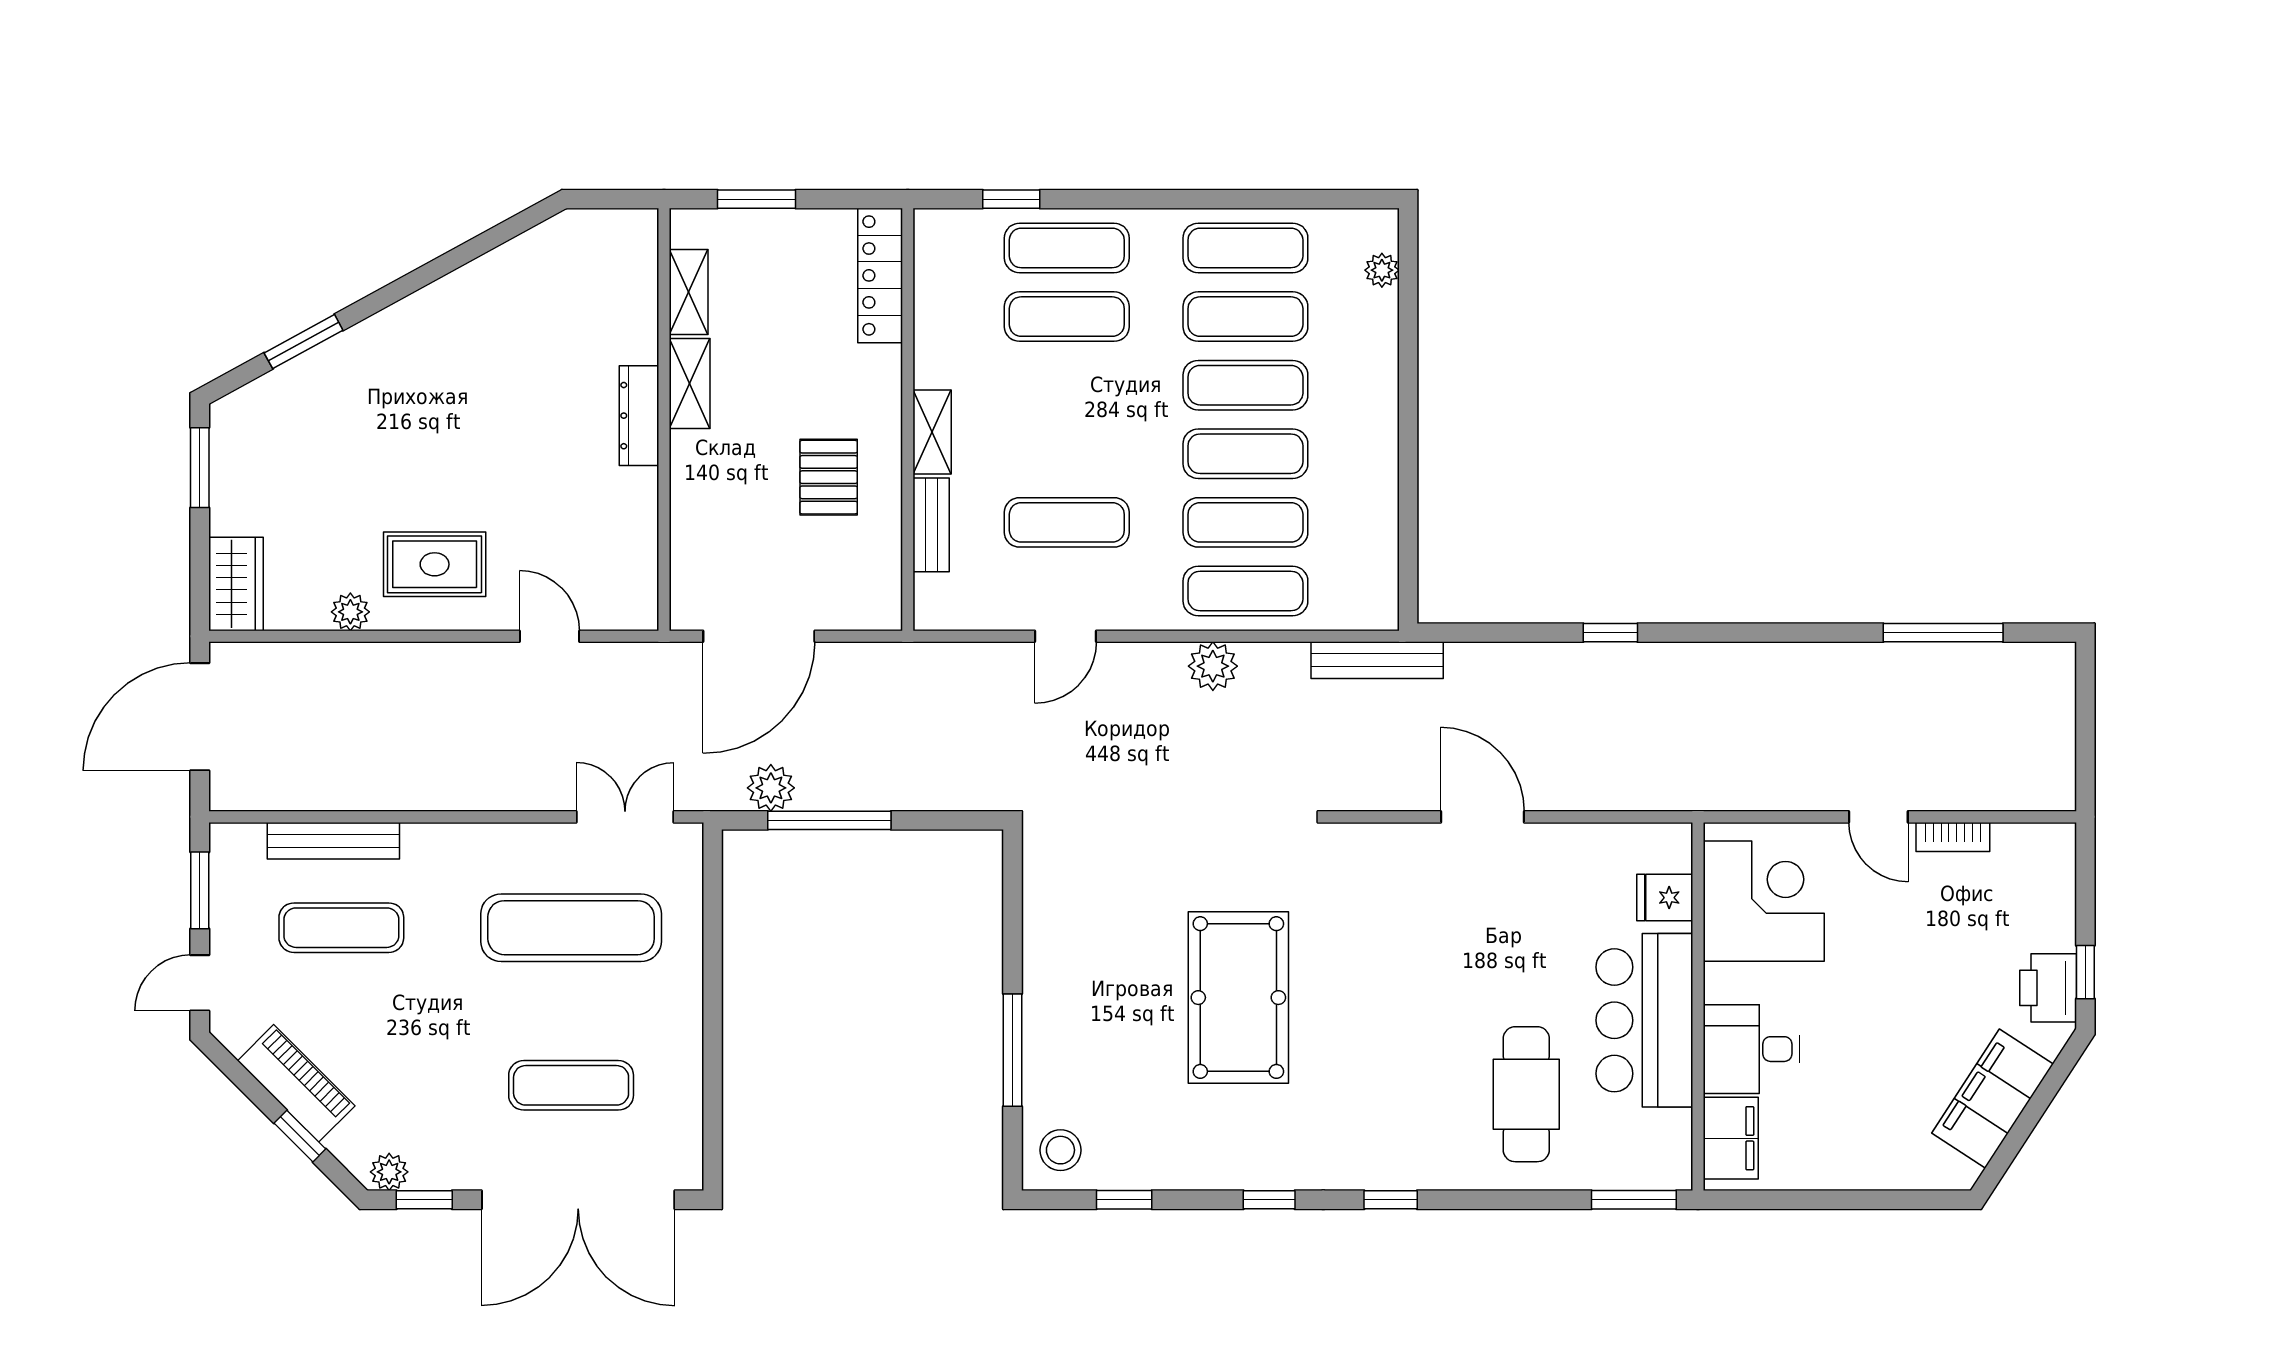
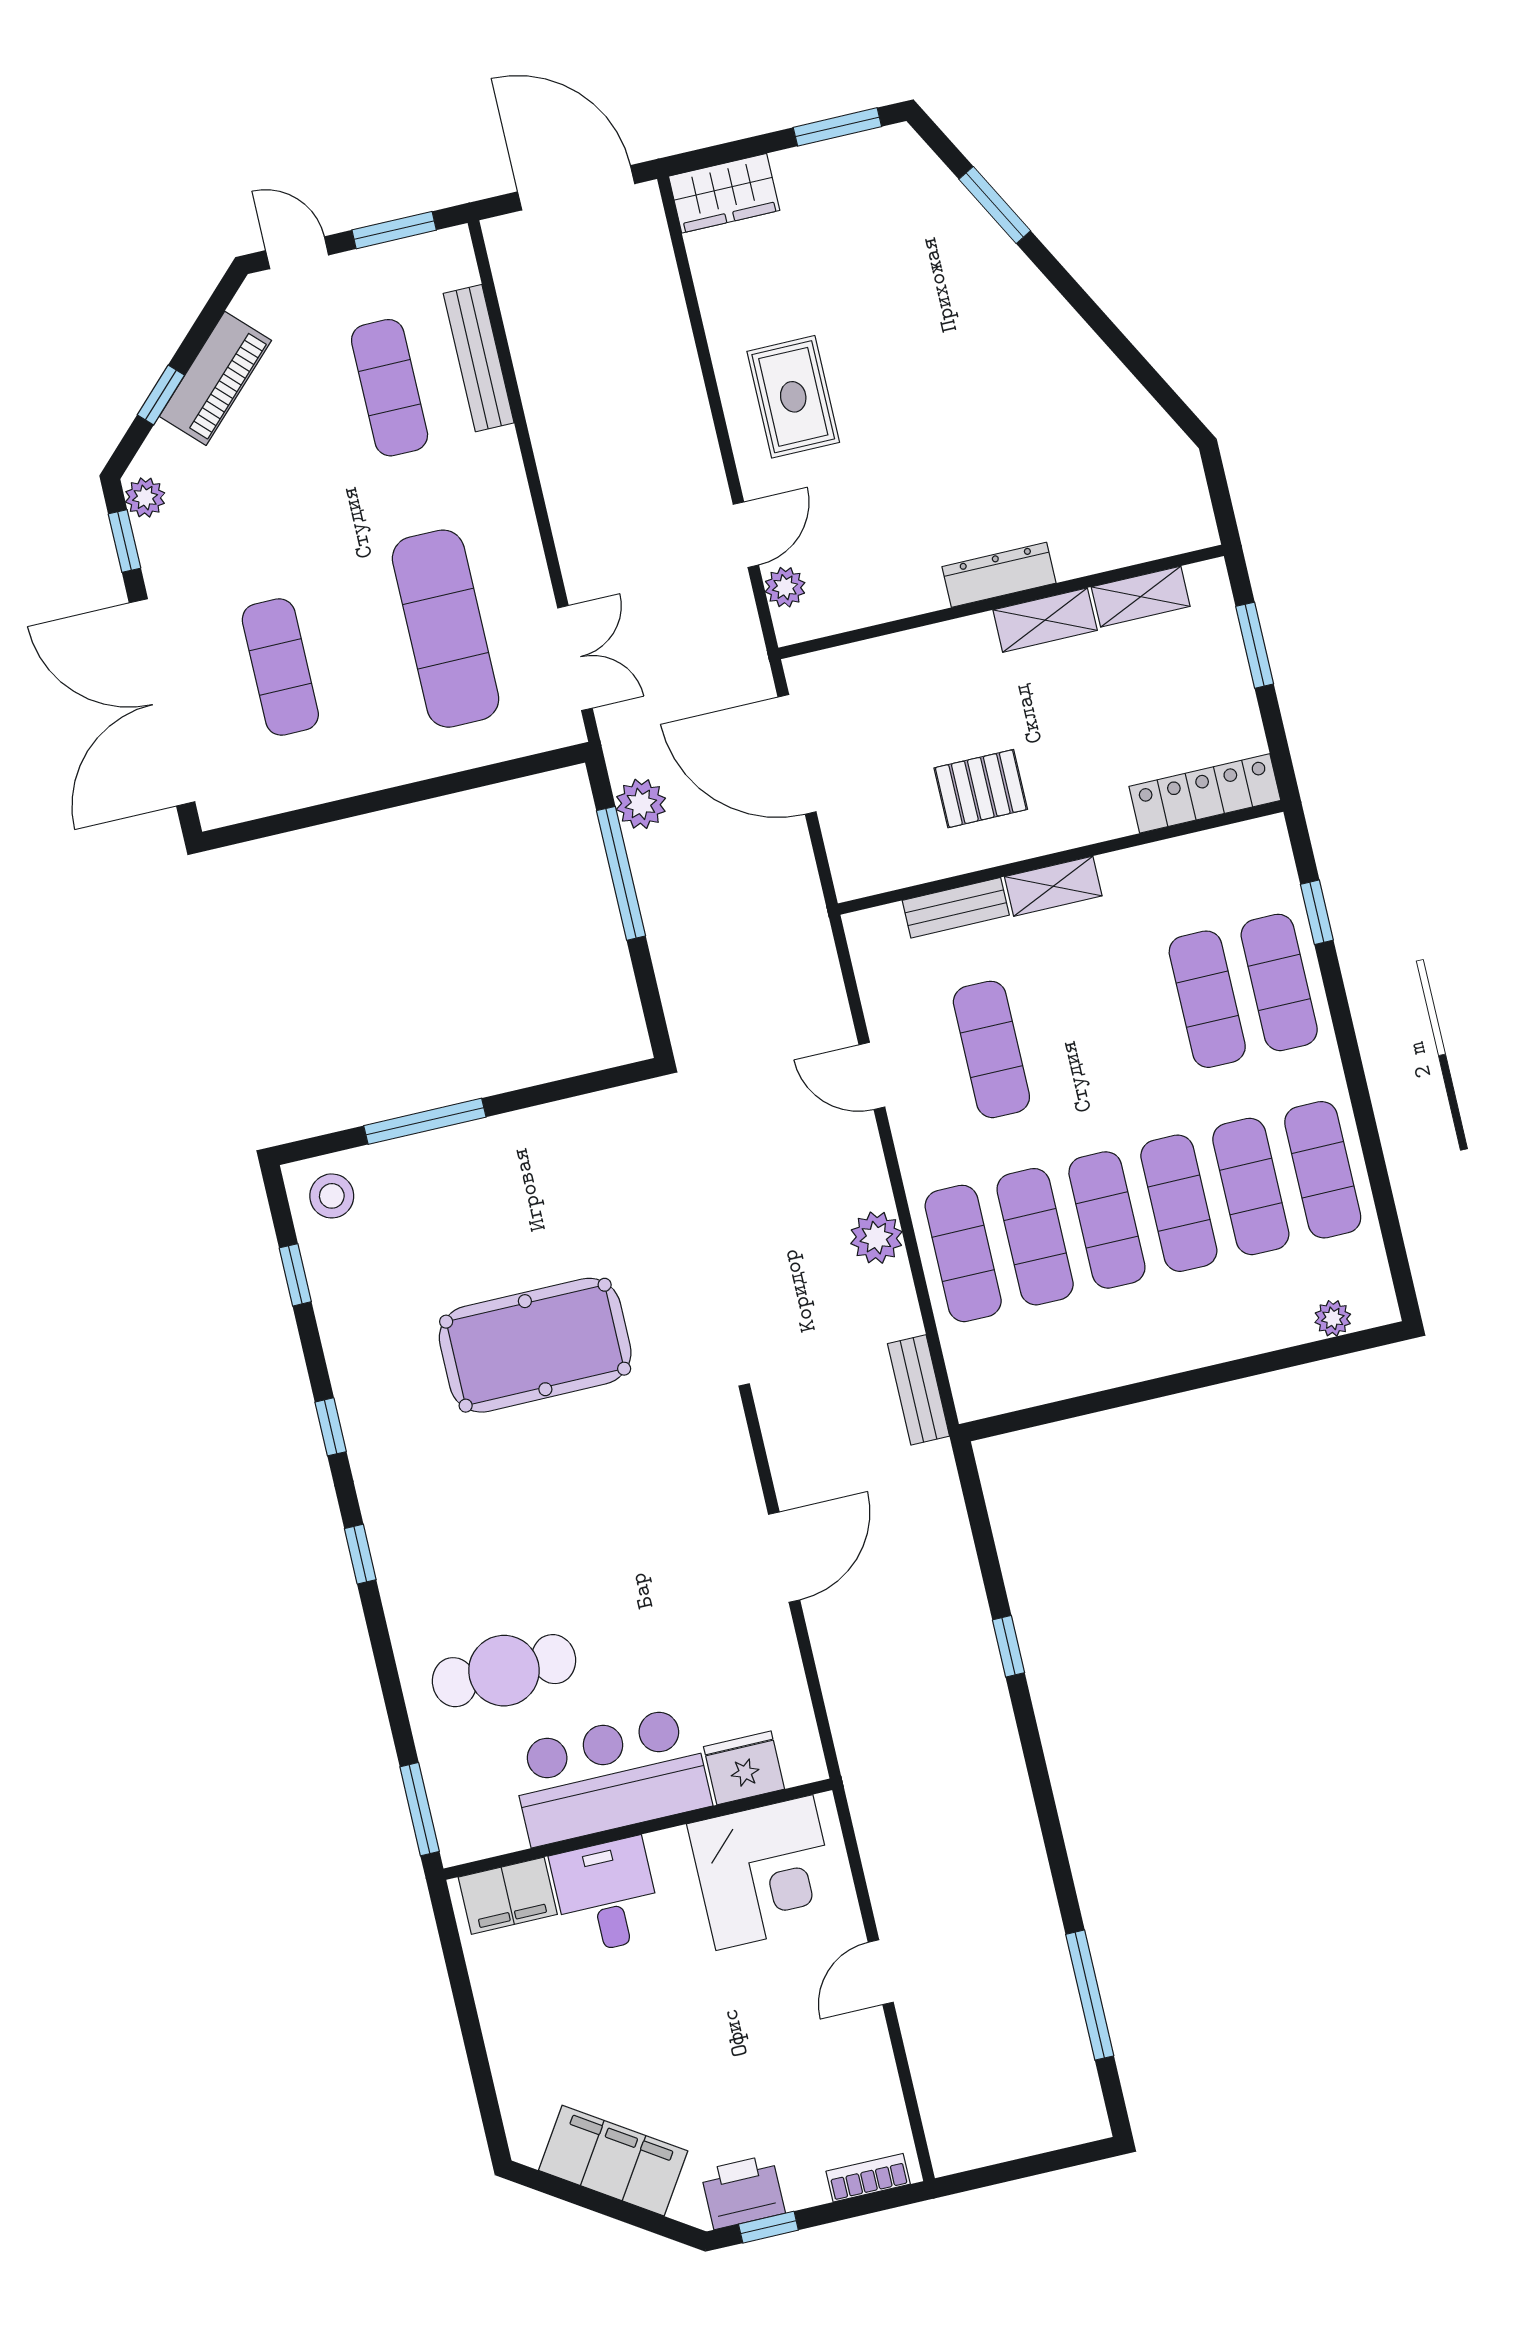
plant: (350, 612) -> (785, 587), moved
bench: (1377, 660) -> (918, 1390), width x0.73
bookcase: (1953, 837) -> (868, 2178), moved, turned 90
fridge: (1665, 898) -> (744, 1768), width x1.38

